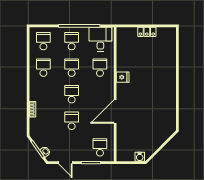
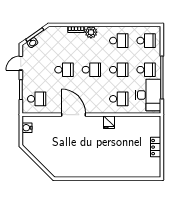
desk: (100, 39) -> (148, 95), width x1.37
plant: (35, 95) -> (91, 32), added
water cooler: (140, 157) -> (27, 128), moved

